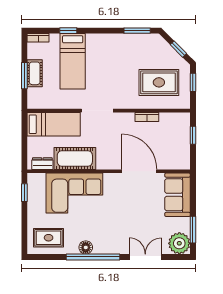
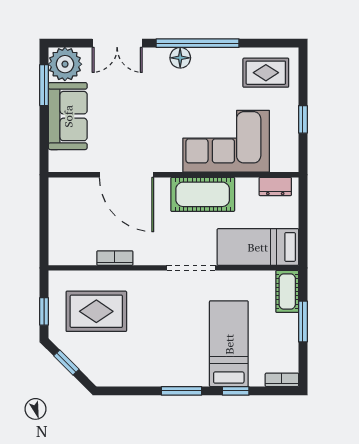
window: (137, 31) -> (182, 391), moved
cot: (35, 73) -> (287, 291), moved
window: (193, 135) -> (44, 230), removed
cot: (75, 159) -> (203, 194), moved
window: (24, 193) -> (303, 119), moved
sofa: (178, 195) -> (68, 116), moved
floor lamp: (86, 247) -> (180, 58), moved

